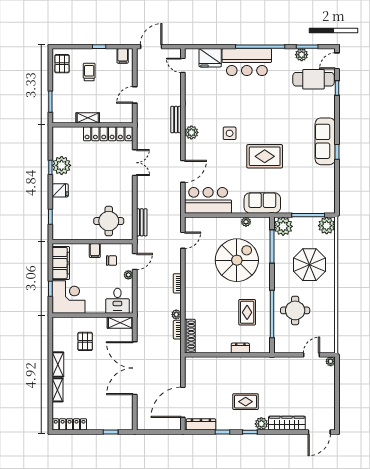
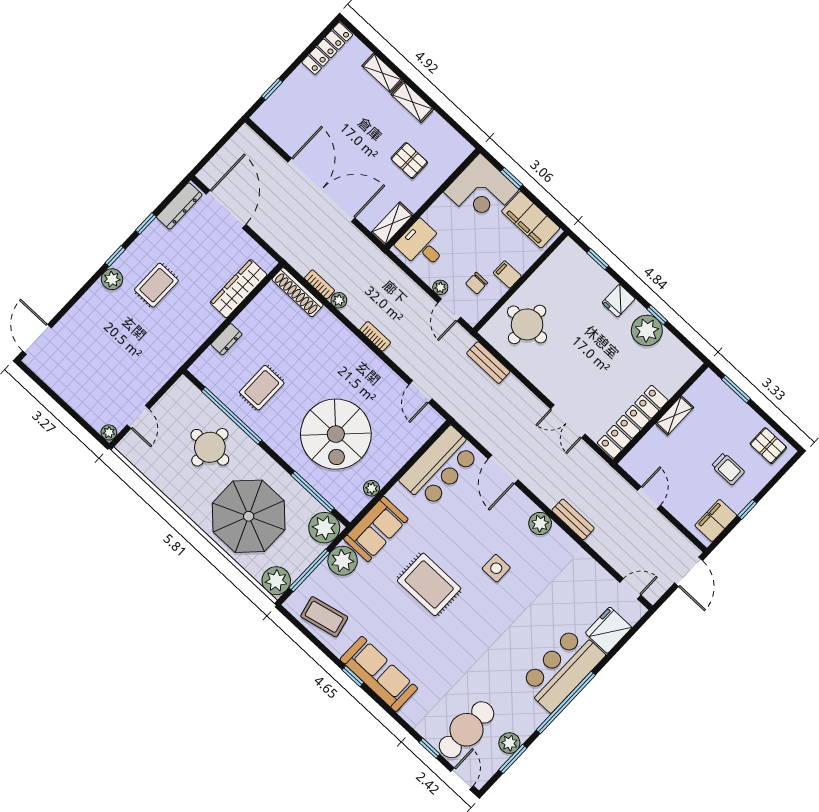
filing cabinet: (123, 56) -> (716, 521), width x2.00
rug: (265, 156) -> (429, 584), turned 90
coffee table: (323, 189) -> (324, 617), added
plant: (290, 204) -> (343, 561), added
parasol: (310, 265) -> (249, 516), width x1.36, depth x1.36
rug: (247, 312) -> (262, 388), turned 90
wardrobe: (287, 423) -> (239, 289), moved, turned 180

